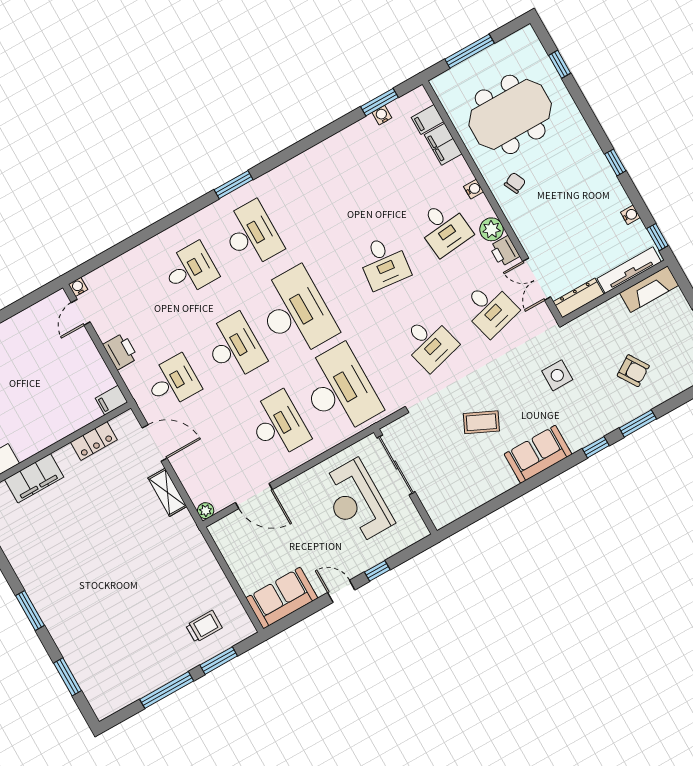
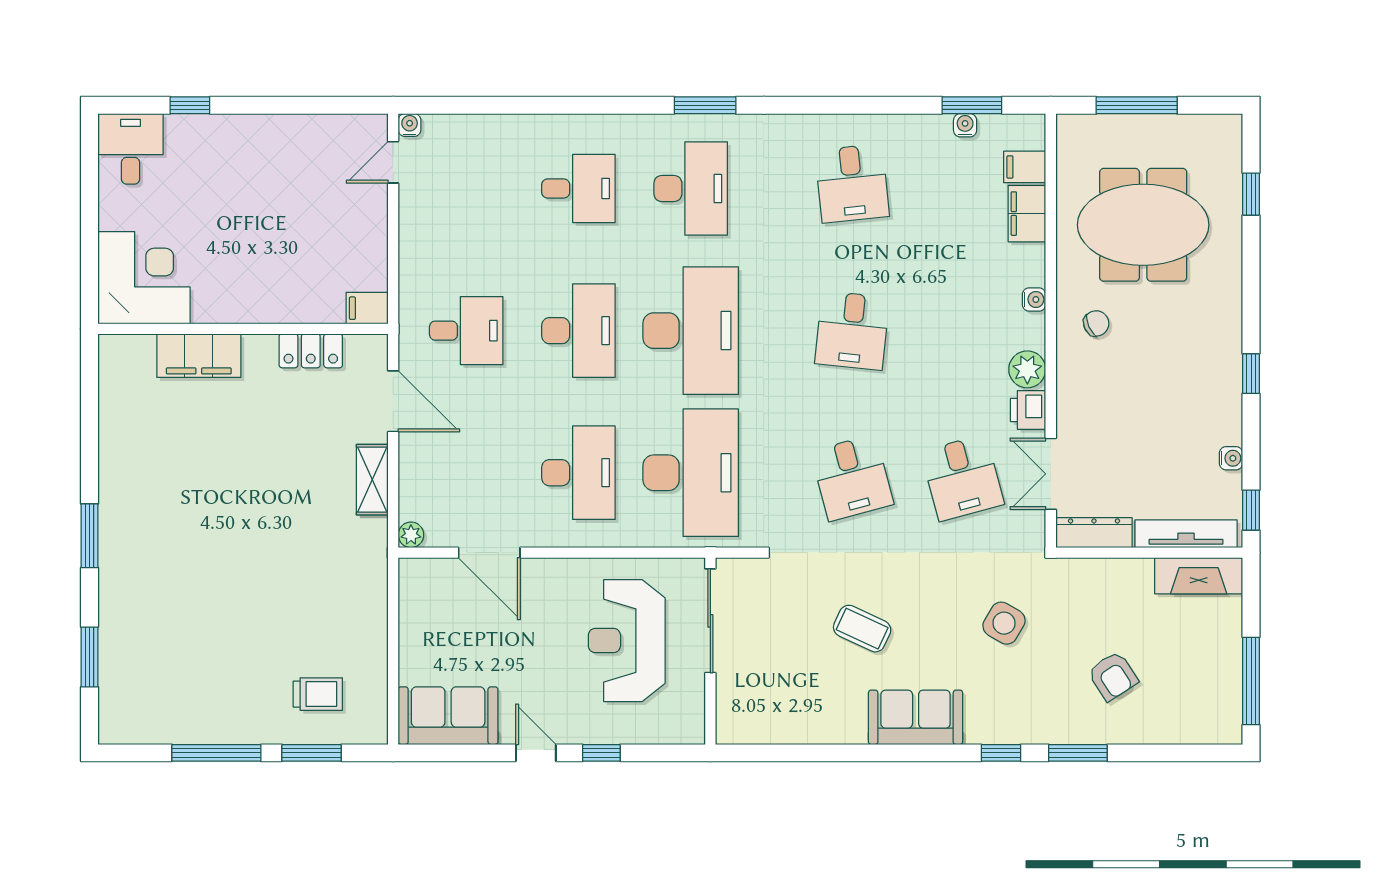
desk: (444, 228) -> (852, 183), moved
printer: (121, 351) -> (418, 248), removed
side table: (557, 375) -> (1004, 623), turned 30

